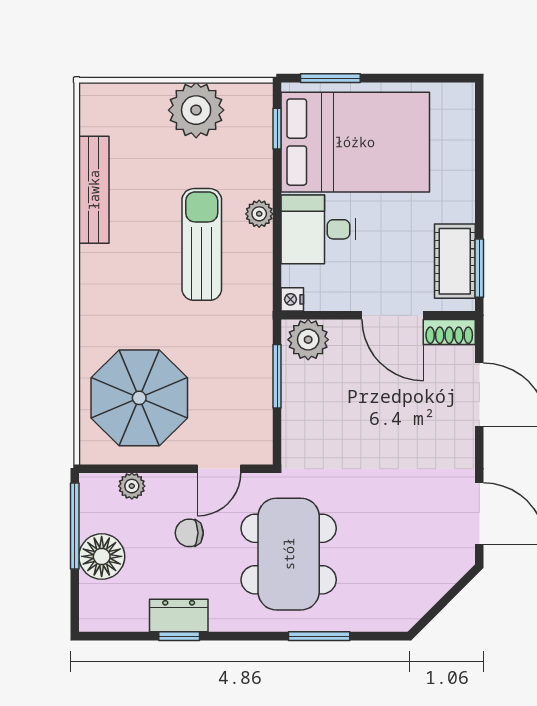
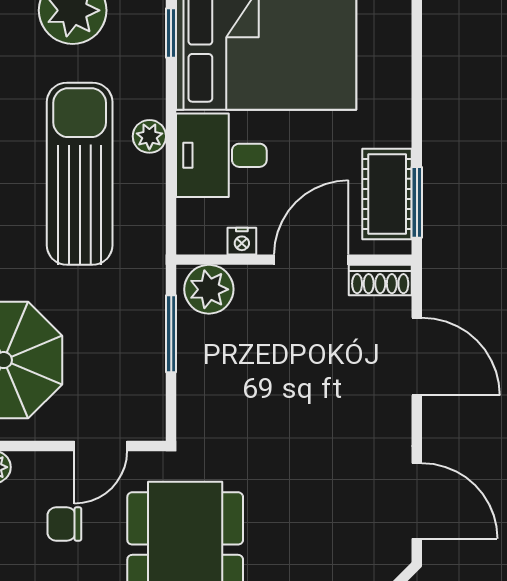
sun lounger: (202, 244) -> (80, 174), width x1.36, depth x1.34
nightstand: (292, 299) -> (242, 241), moved, turned -90
door: (393, 315) -> (311, 260), swing flipped

